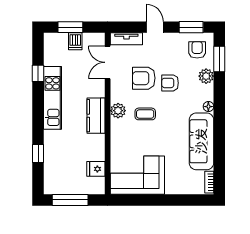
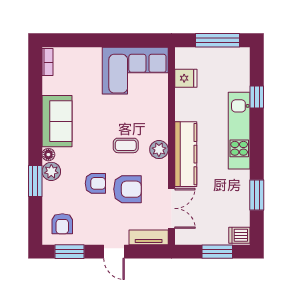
dishwasher: (75, 41) -> (239, 235), moved, turned -90
window: (219, 59) -> (35, 181), moved
window: (38, 73) -> (257, 195), width x1.50
plant: (206, 76) -> (51, 171), moved
kitchen unit: (52, 98) -> (239, 131), moved
kitchen counter: (96, 116) -> (186, 154), width x1.50
sofa: (201, 141) -> (57, 121), width x0.73

